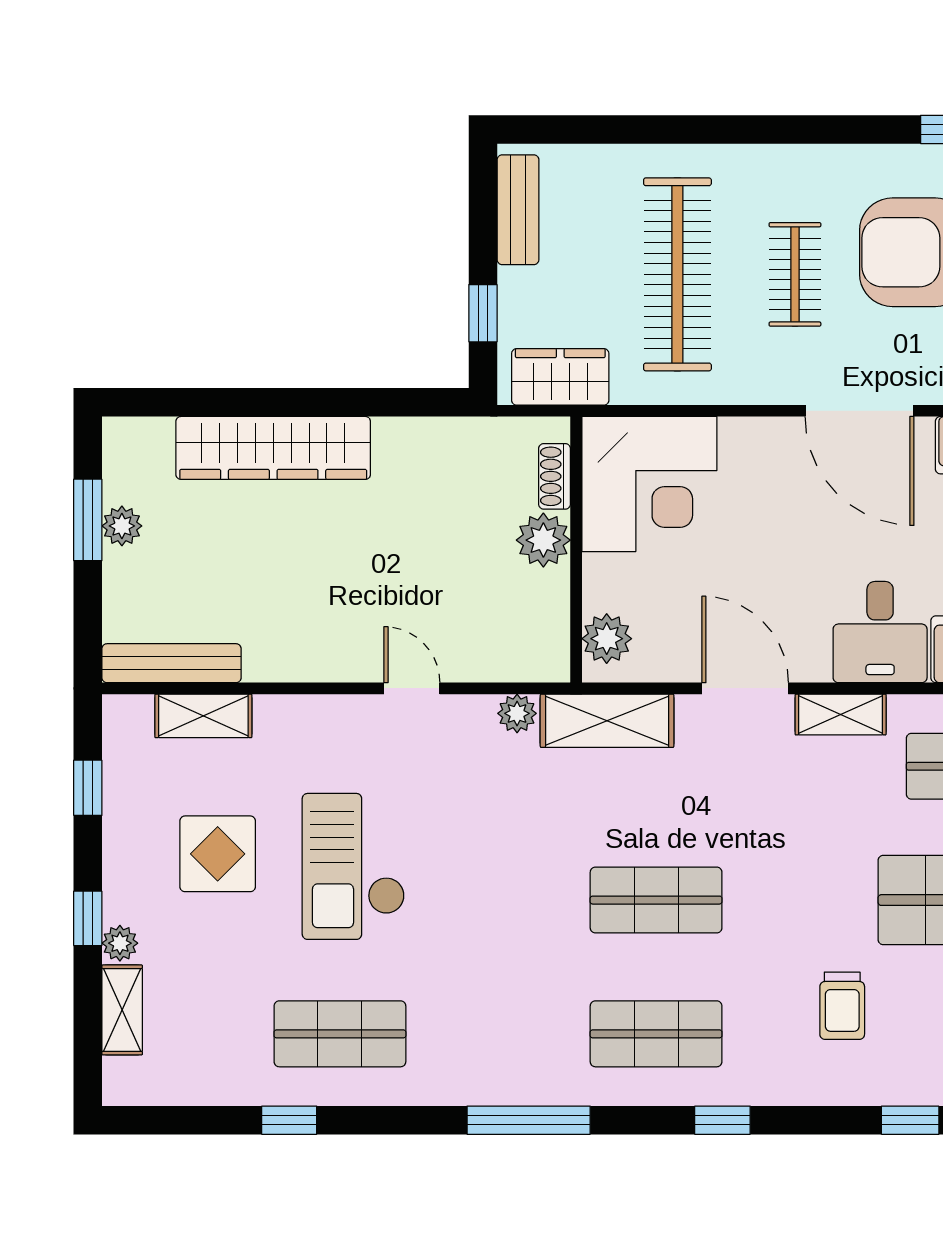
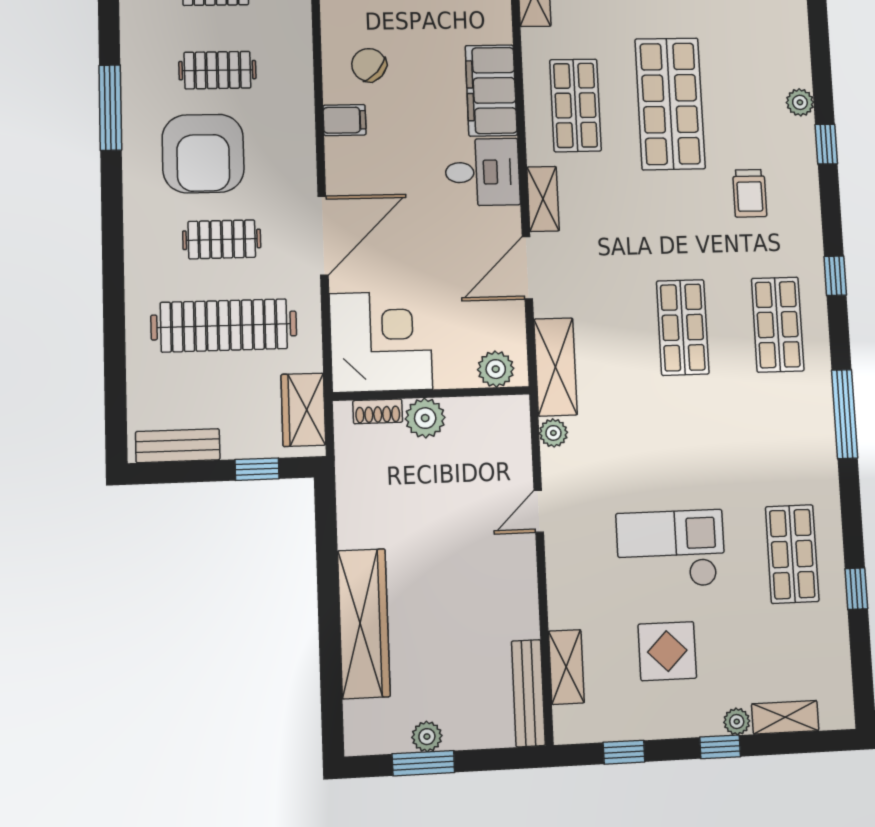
door: (860, 411) -> (323, 235), moved
checkout: (354, 866) -> (671, 549), turned 180
trolley: (842, 1006) -> (750, 193), turned 90

